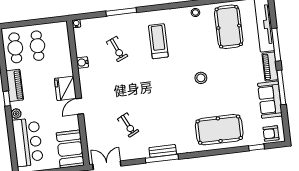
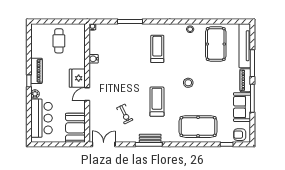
cafe table: (15, 48) -> (41, 40), removed
exercise bike: (117, 49) -> (123, 51), removed
treadmill: (166, 105) -> (157, 102), added

